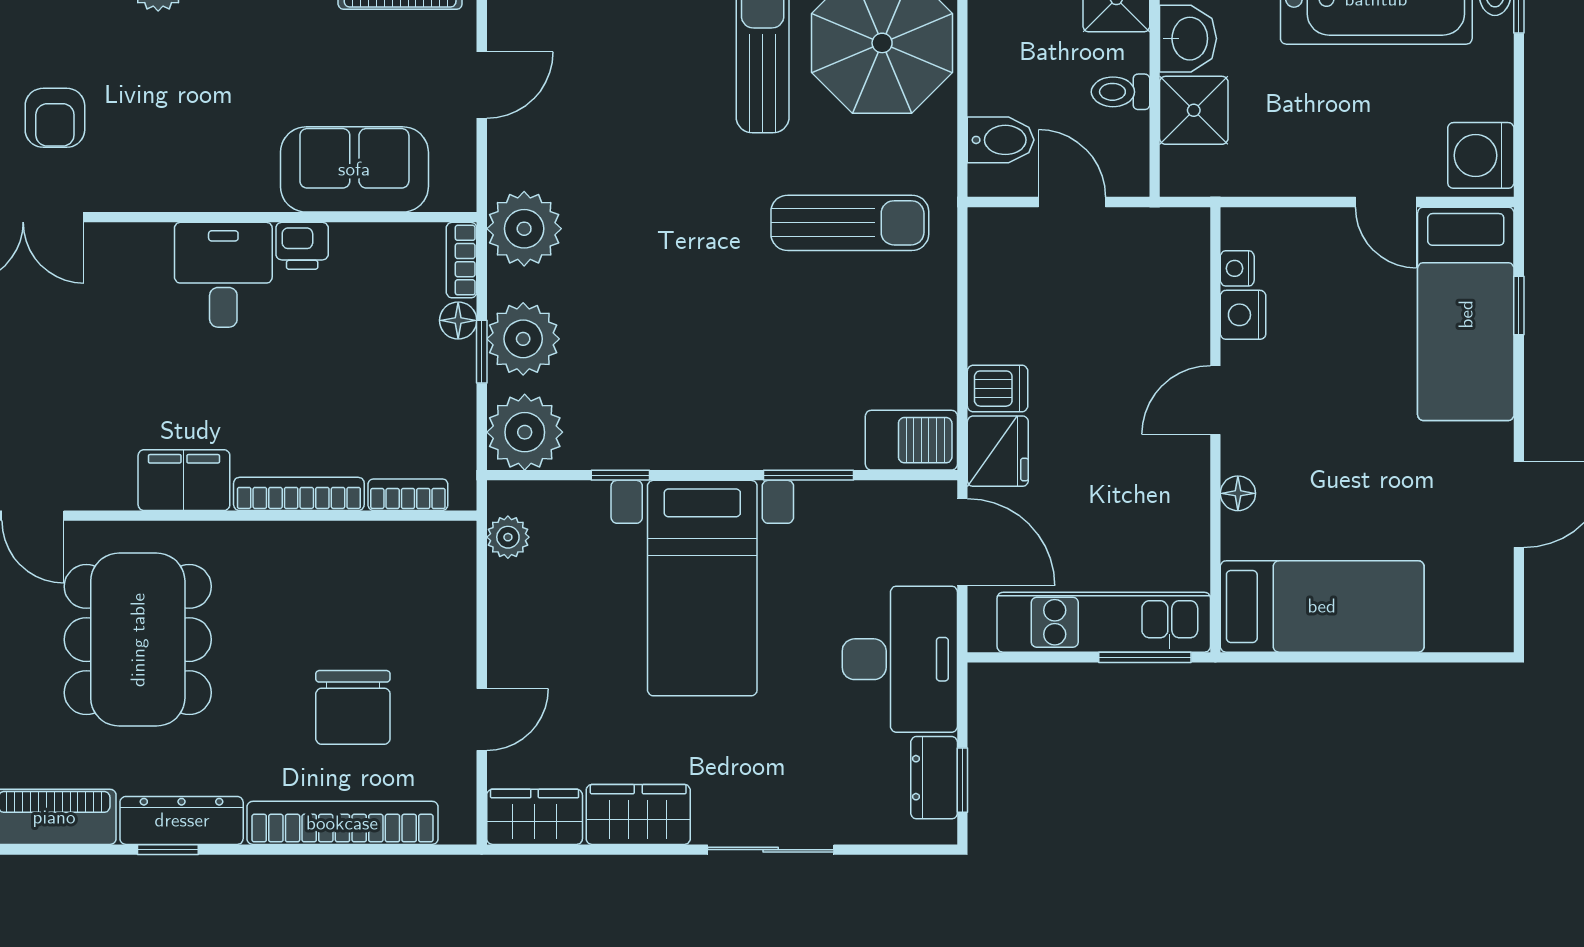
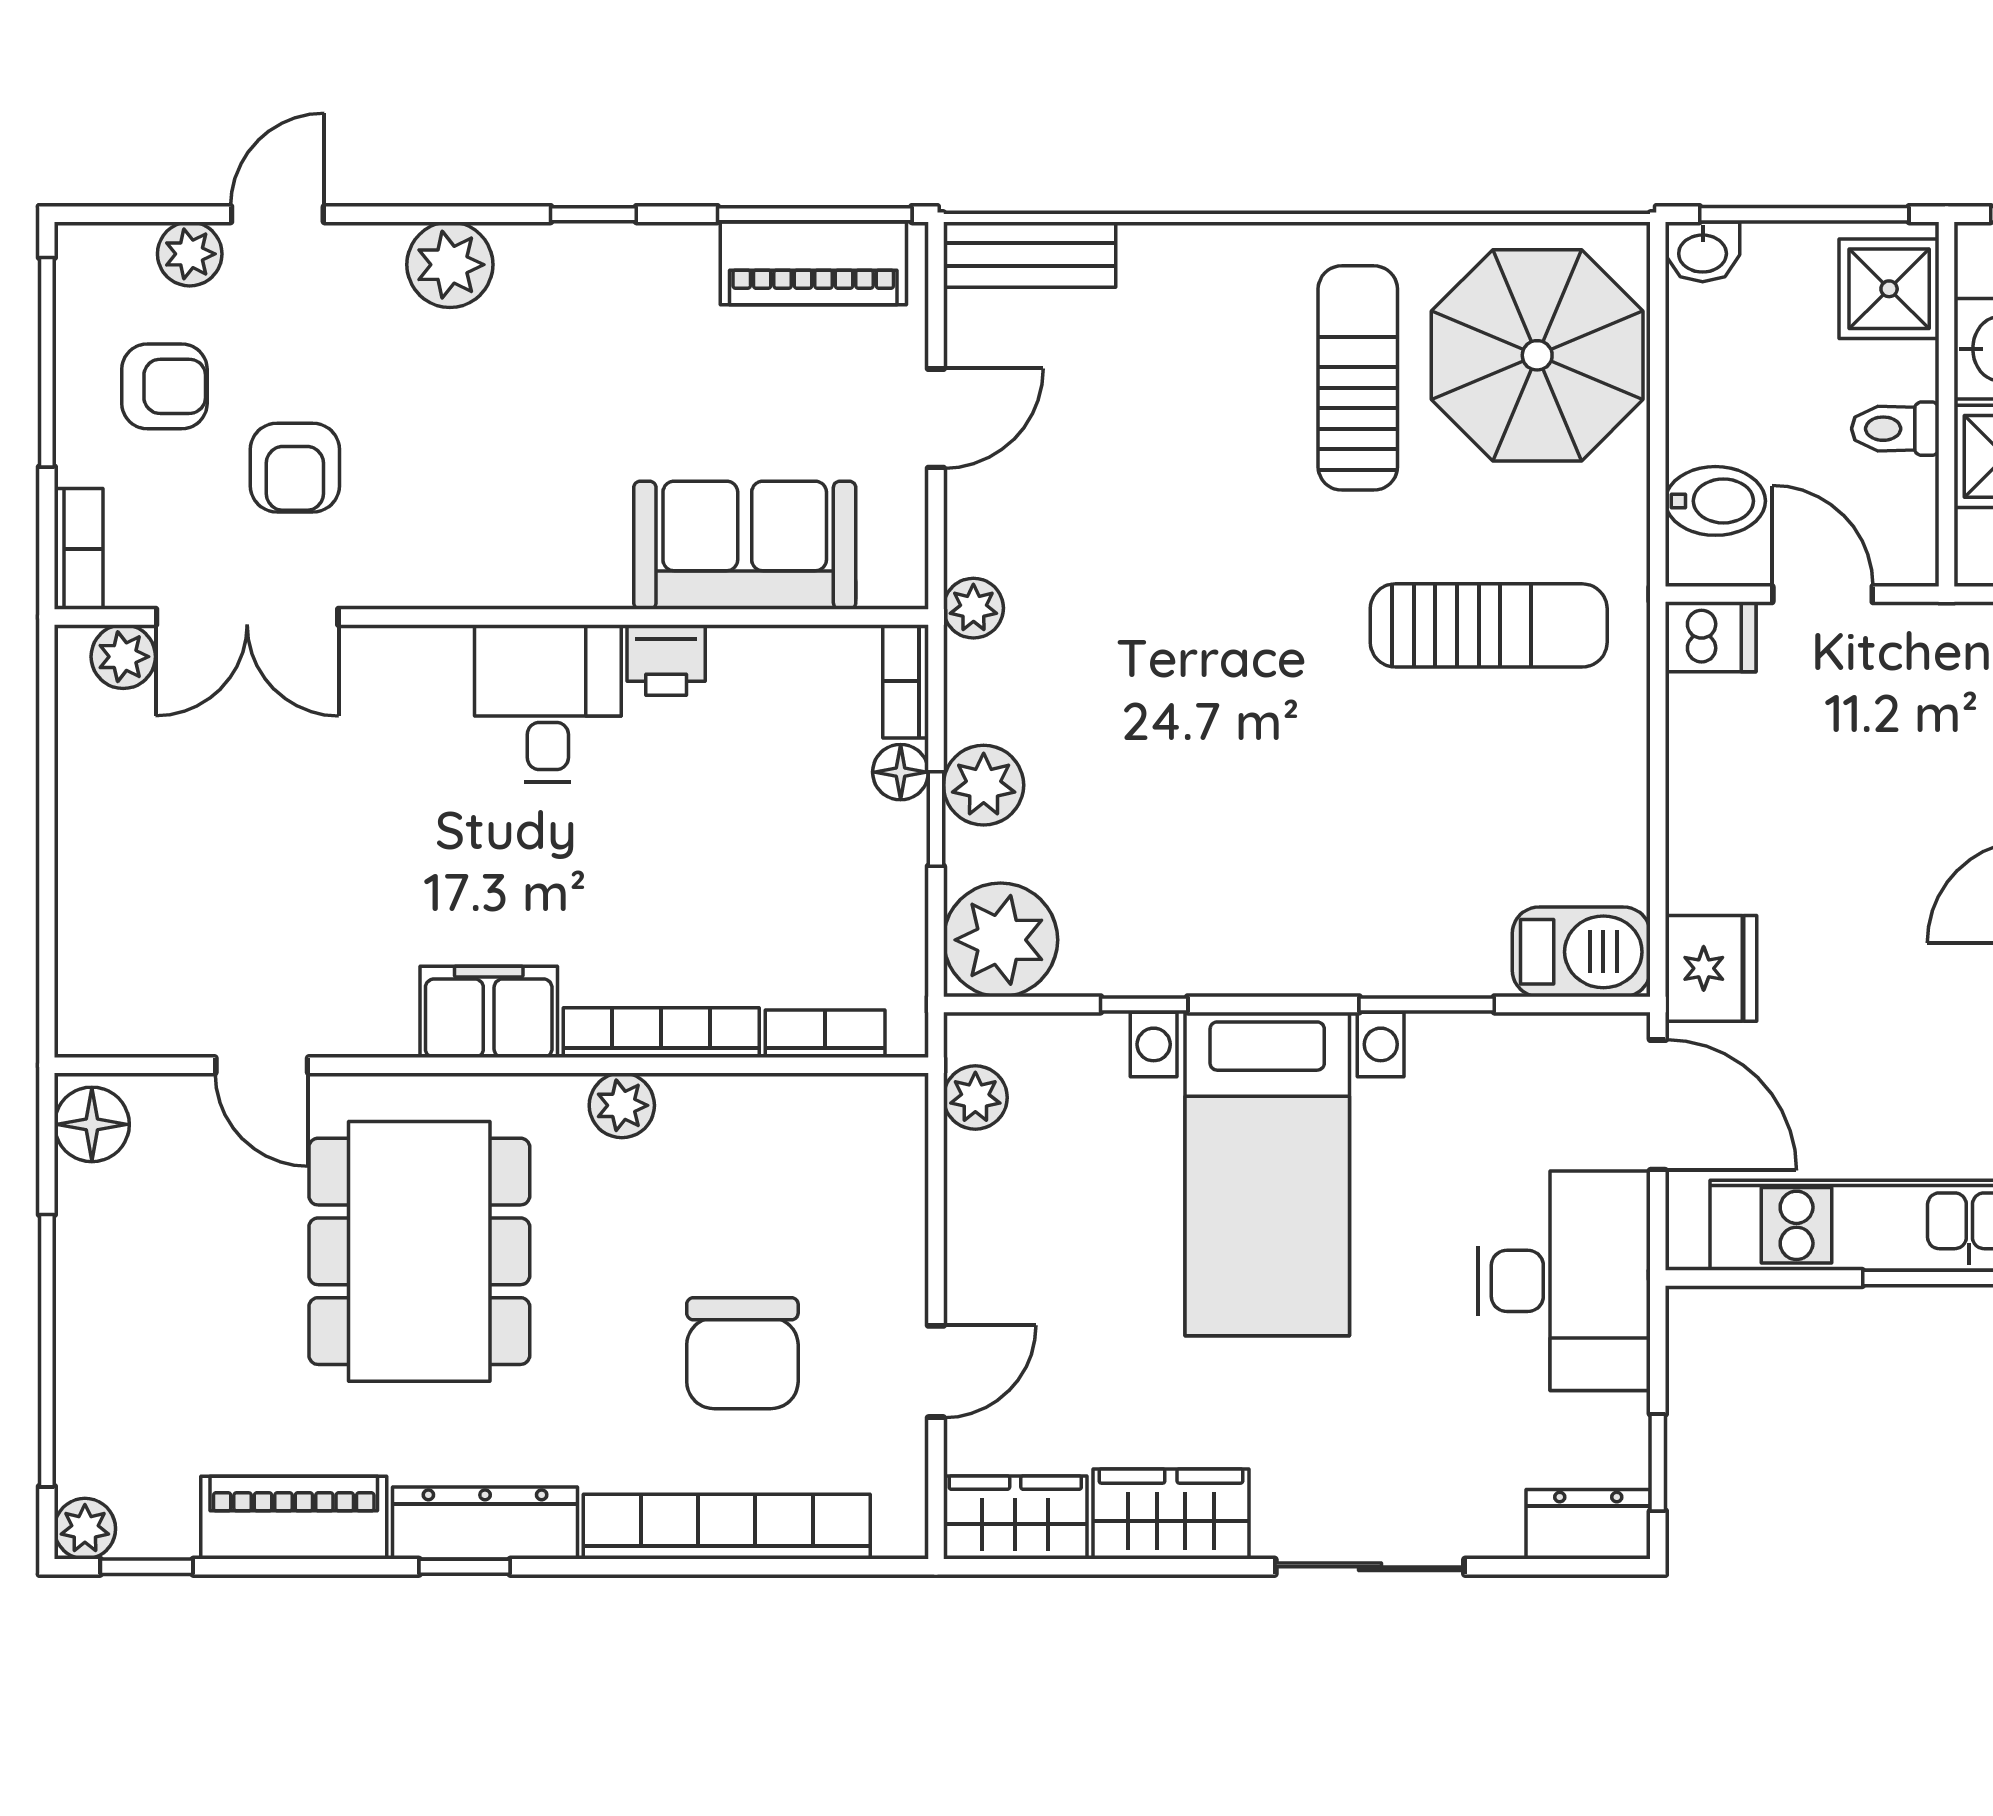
plant: (524, 229) -> (973, 608), width x0.53, depth x0.53
plant: (523, 339) -> (984, 785), width x0.73, depth x0.73
dishwasher: (998, 389) -> (1711, 637), moved
plant: (273, 542) -> (622, 1105), added
dresser: (934, 778) -> (1588, 1524), moved, turned 90

